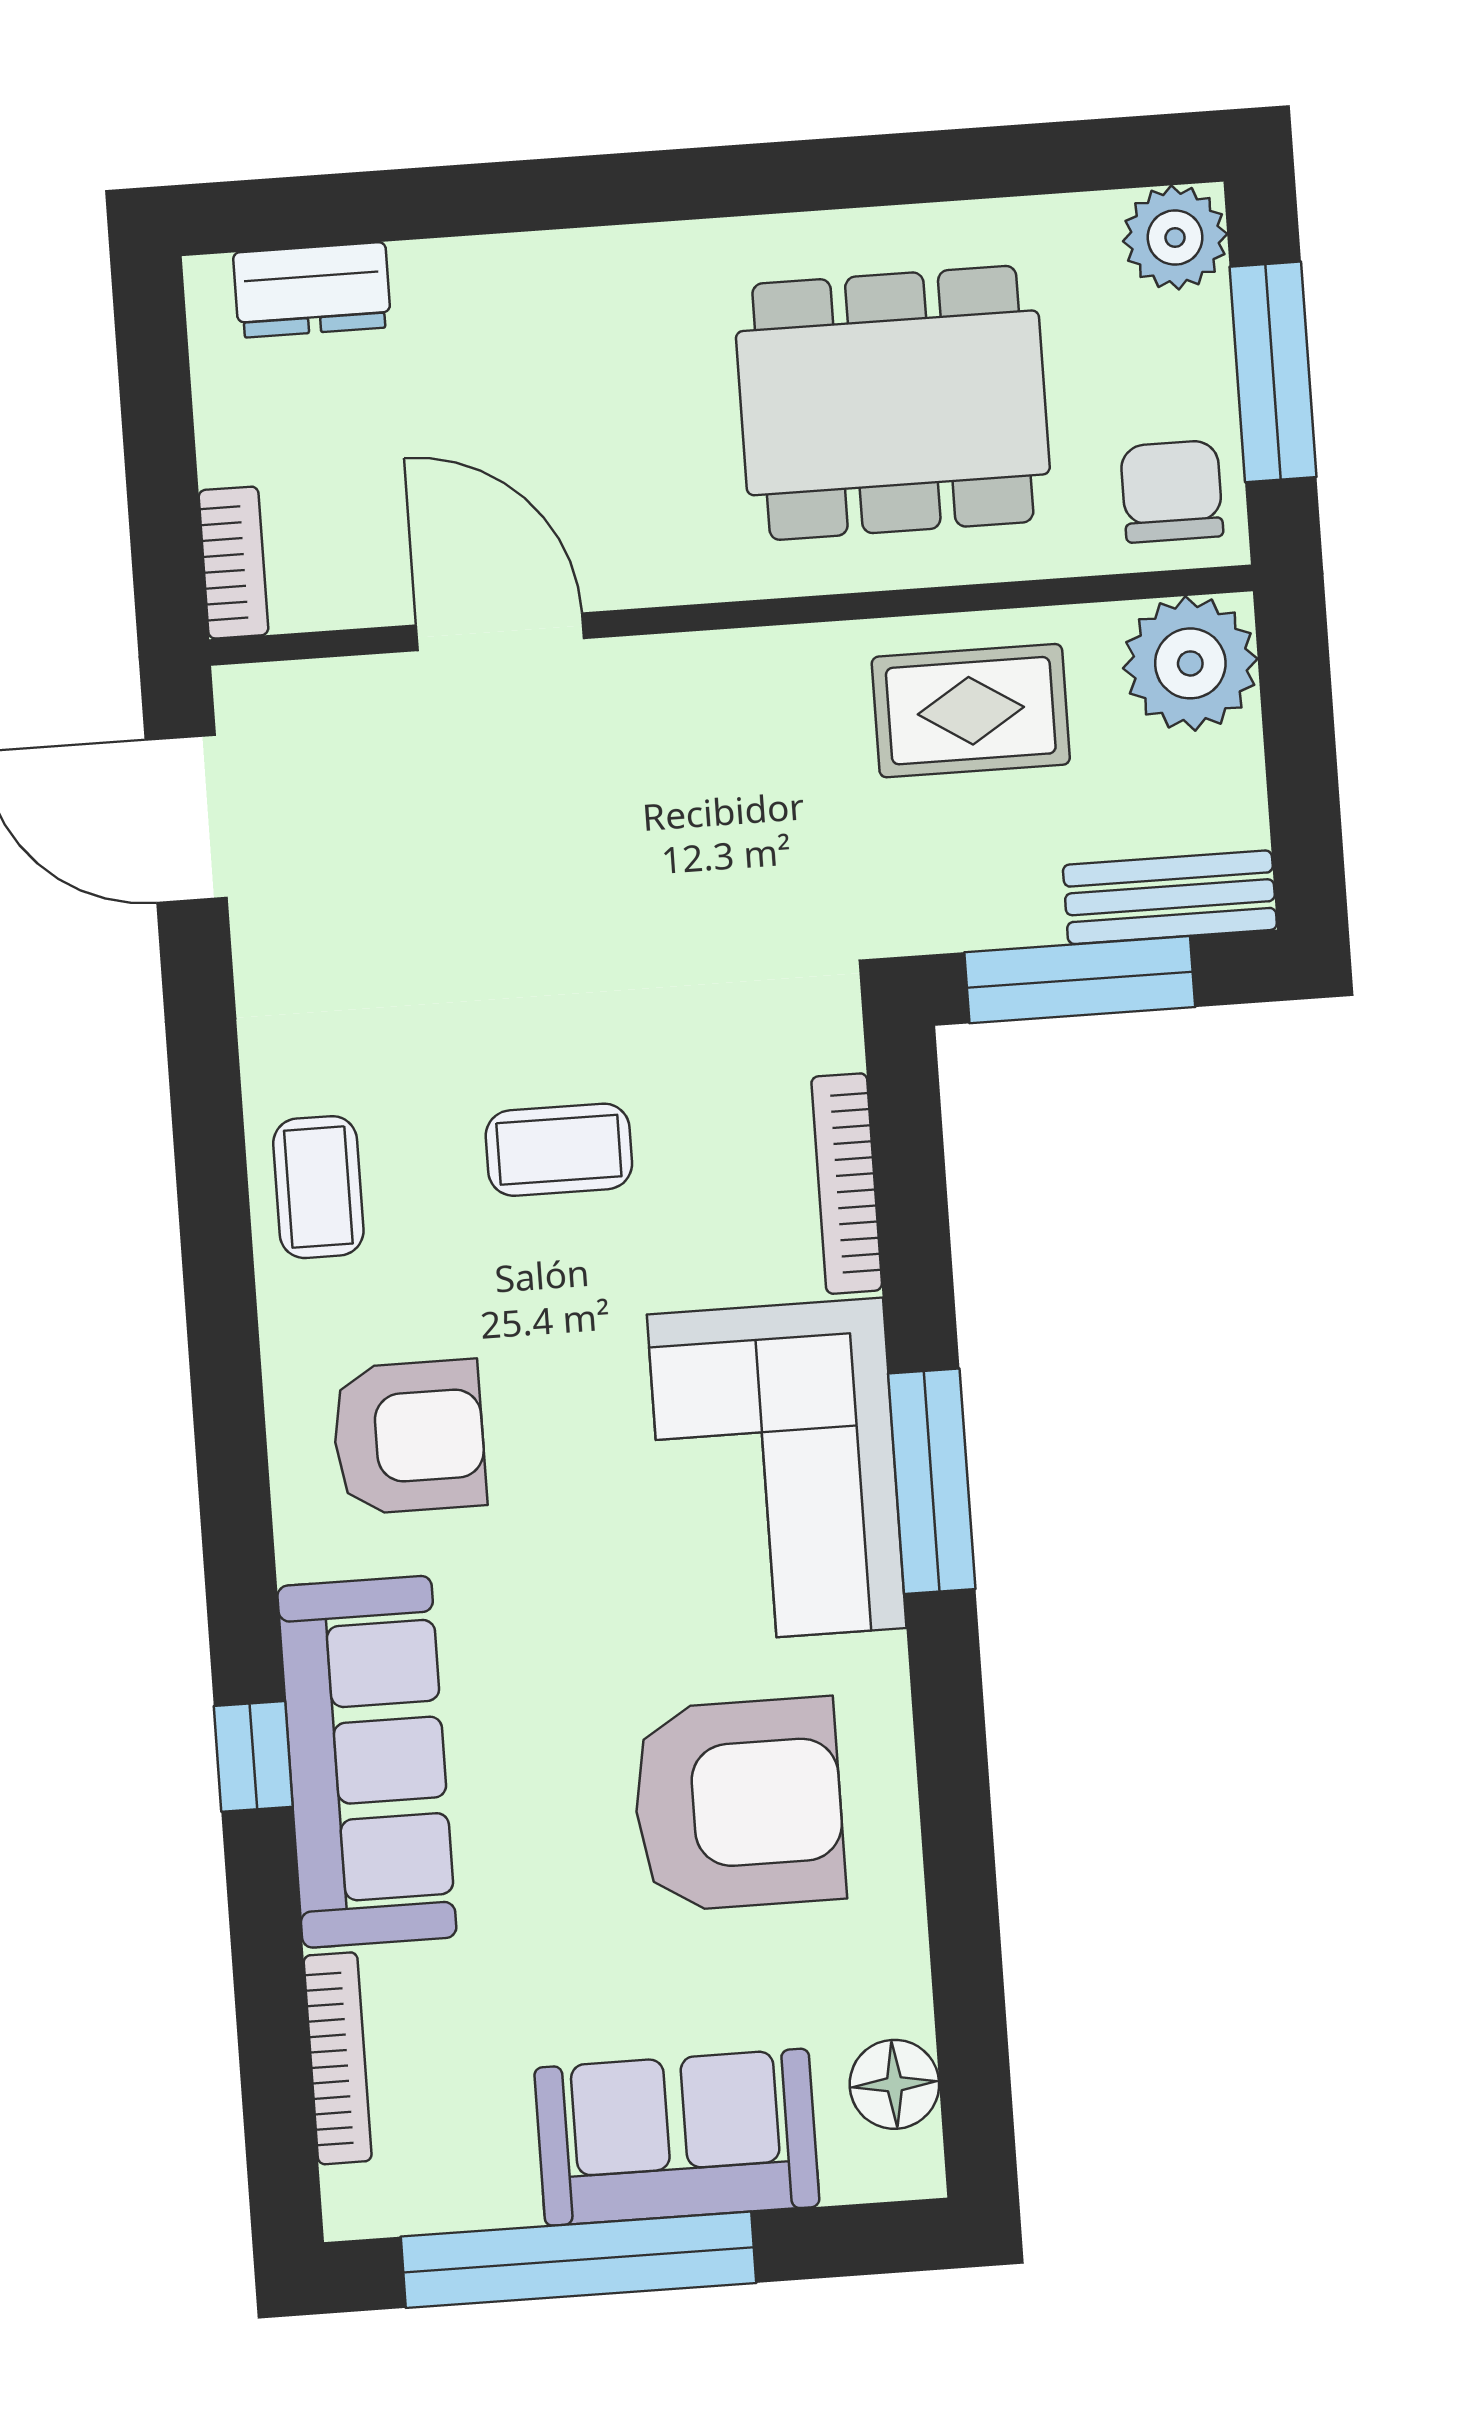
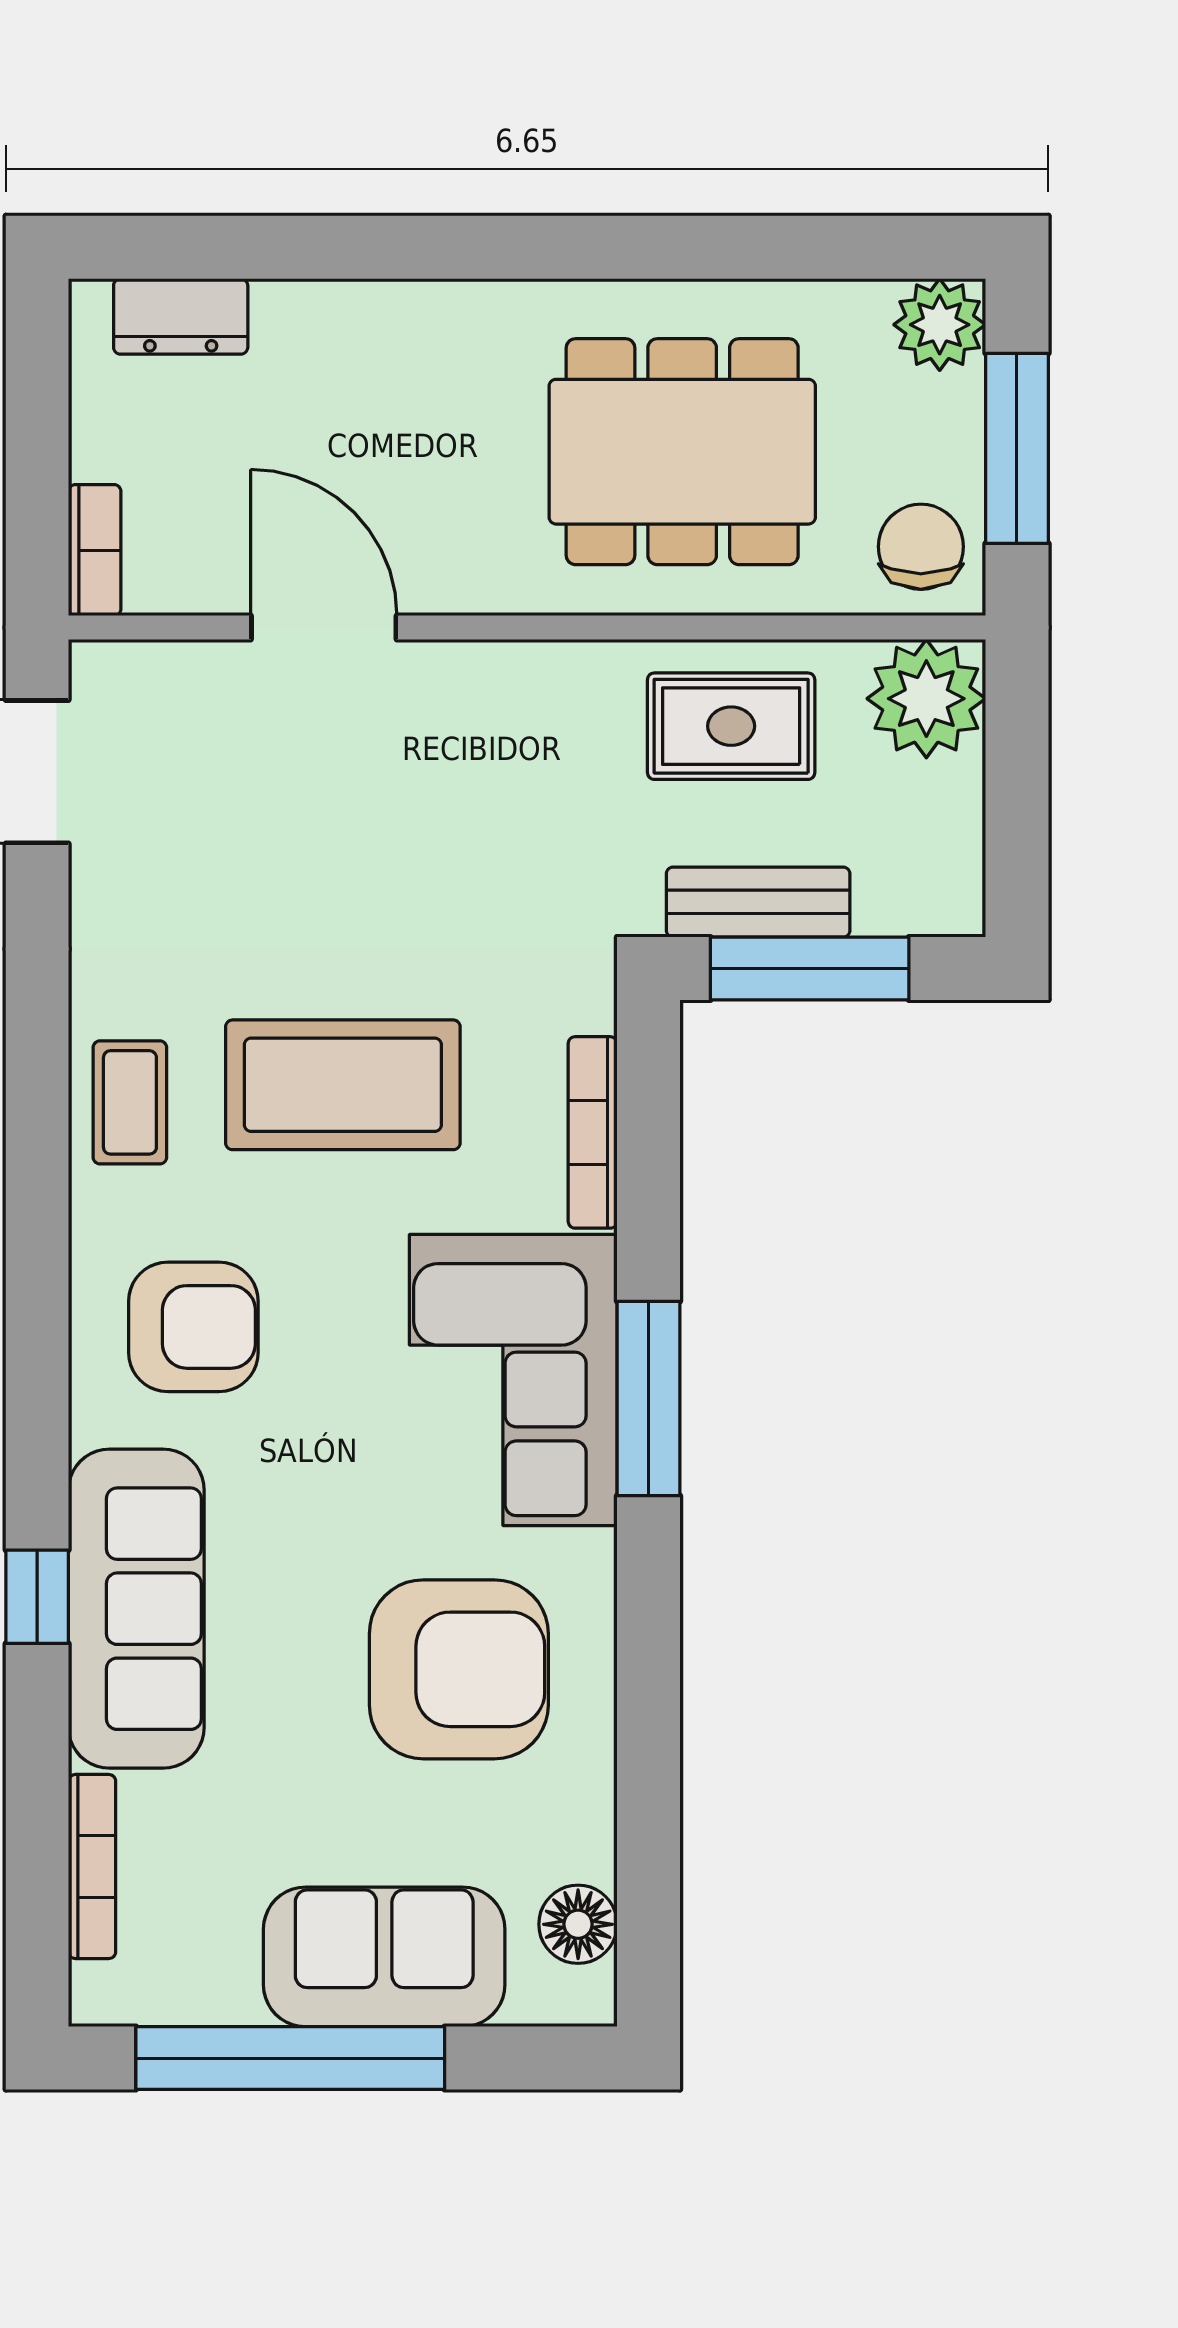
bench: (1170, 897) -> (758, 902), moved
coffee table: (559, 1150) -> (343, 1085), width x1.86, depth x1.72

